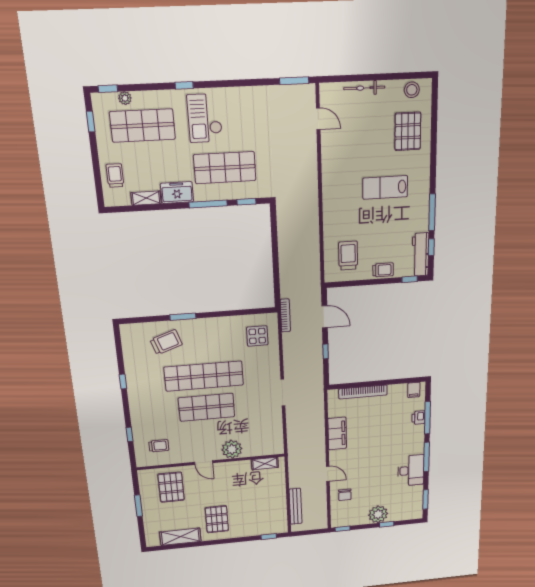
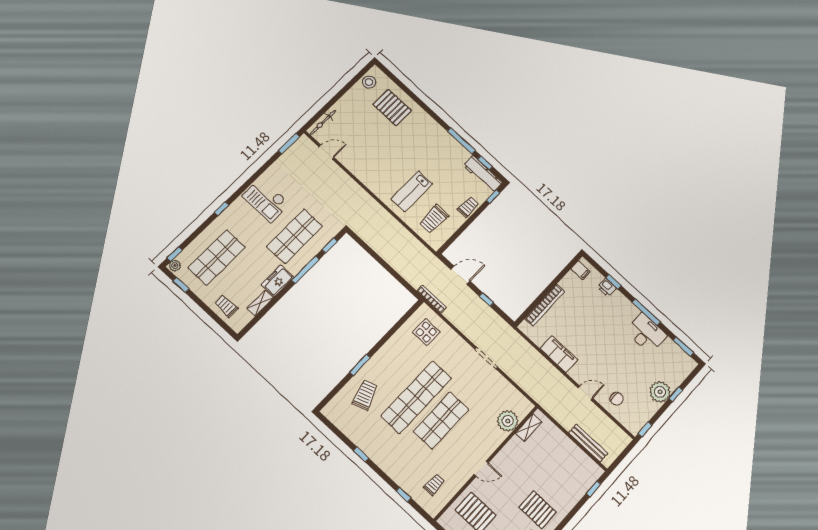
bicycle: (364, 88) -> (323, 122), moved
plant: (125, 98) -> (175, 266), moved
checkout: (205, 118) -> (266, 200), moved
lab bench: (385, 187) -> (412, 191), moved
trolley: (348, 256) -> (434, 219), turned -90
window: (427, 418) -> (613, 282), width x0.46
plant: (232, 449) -> (508, 421), moved

